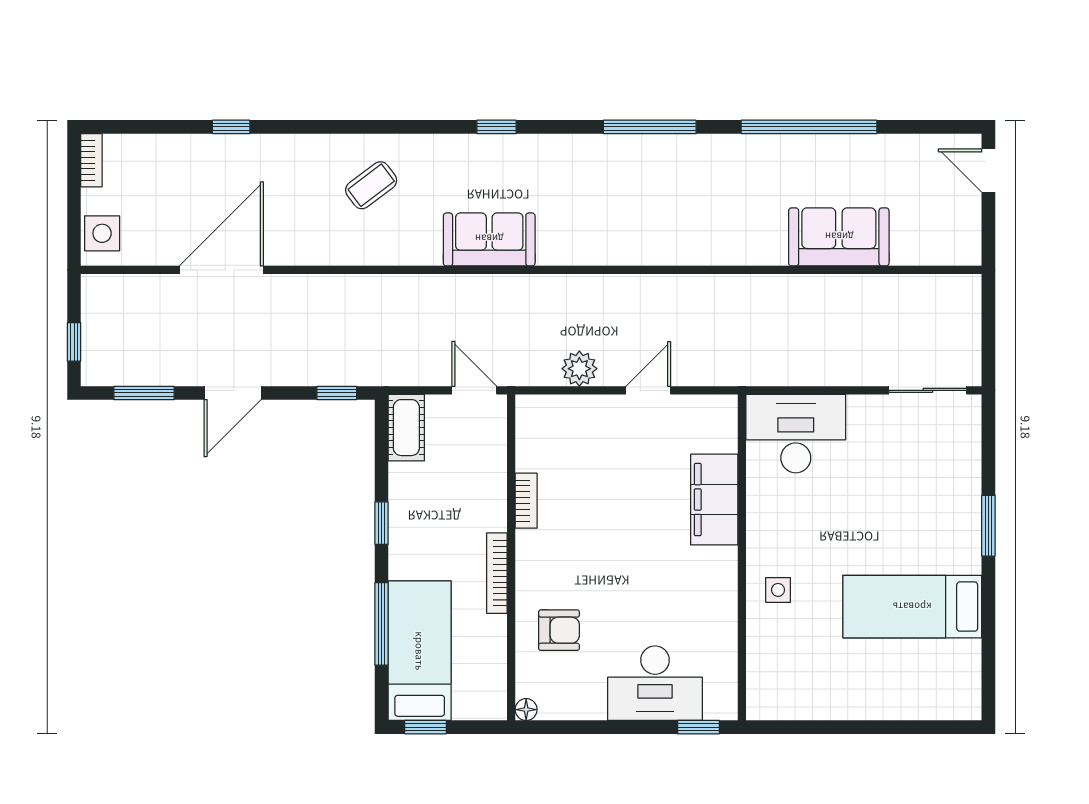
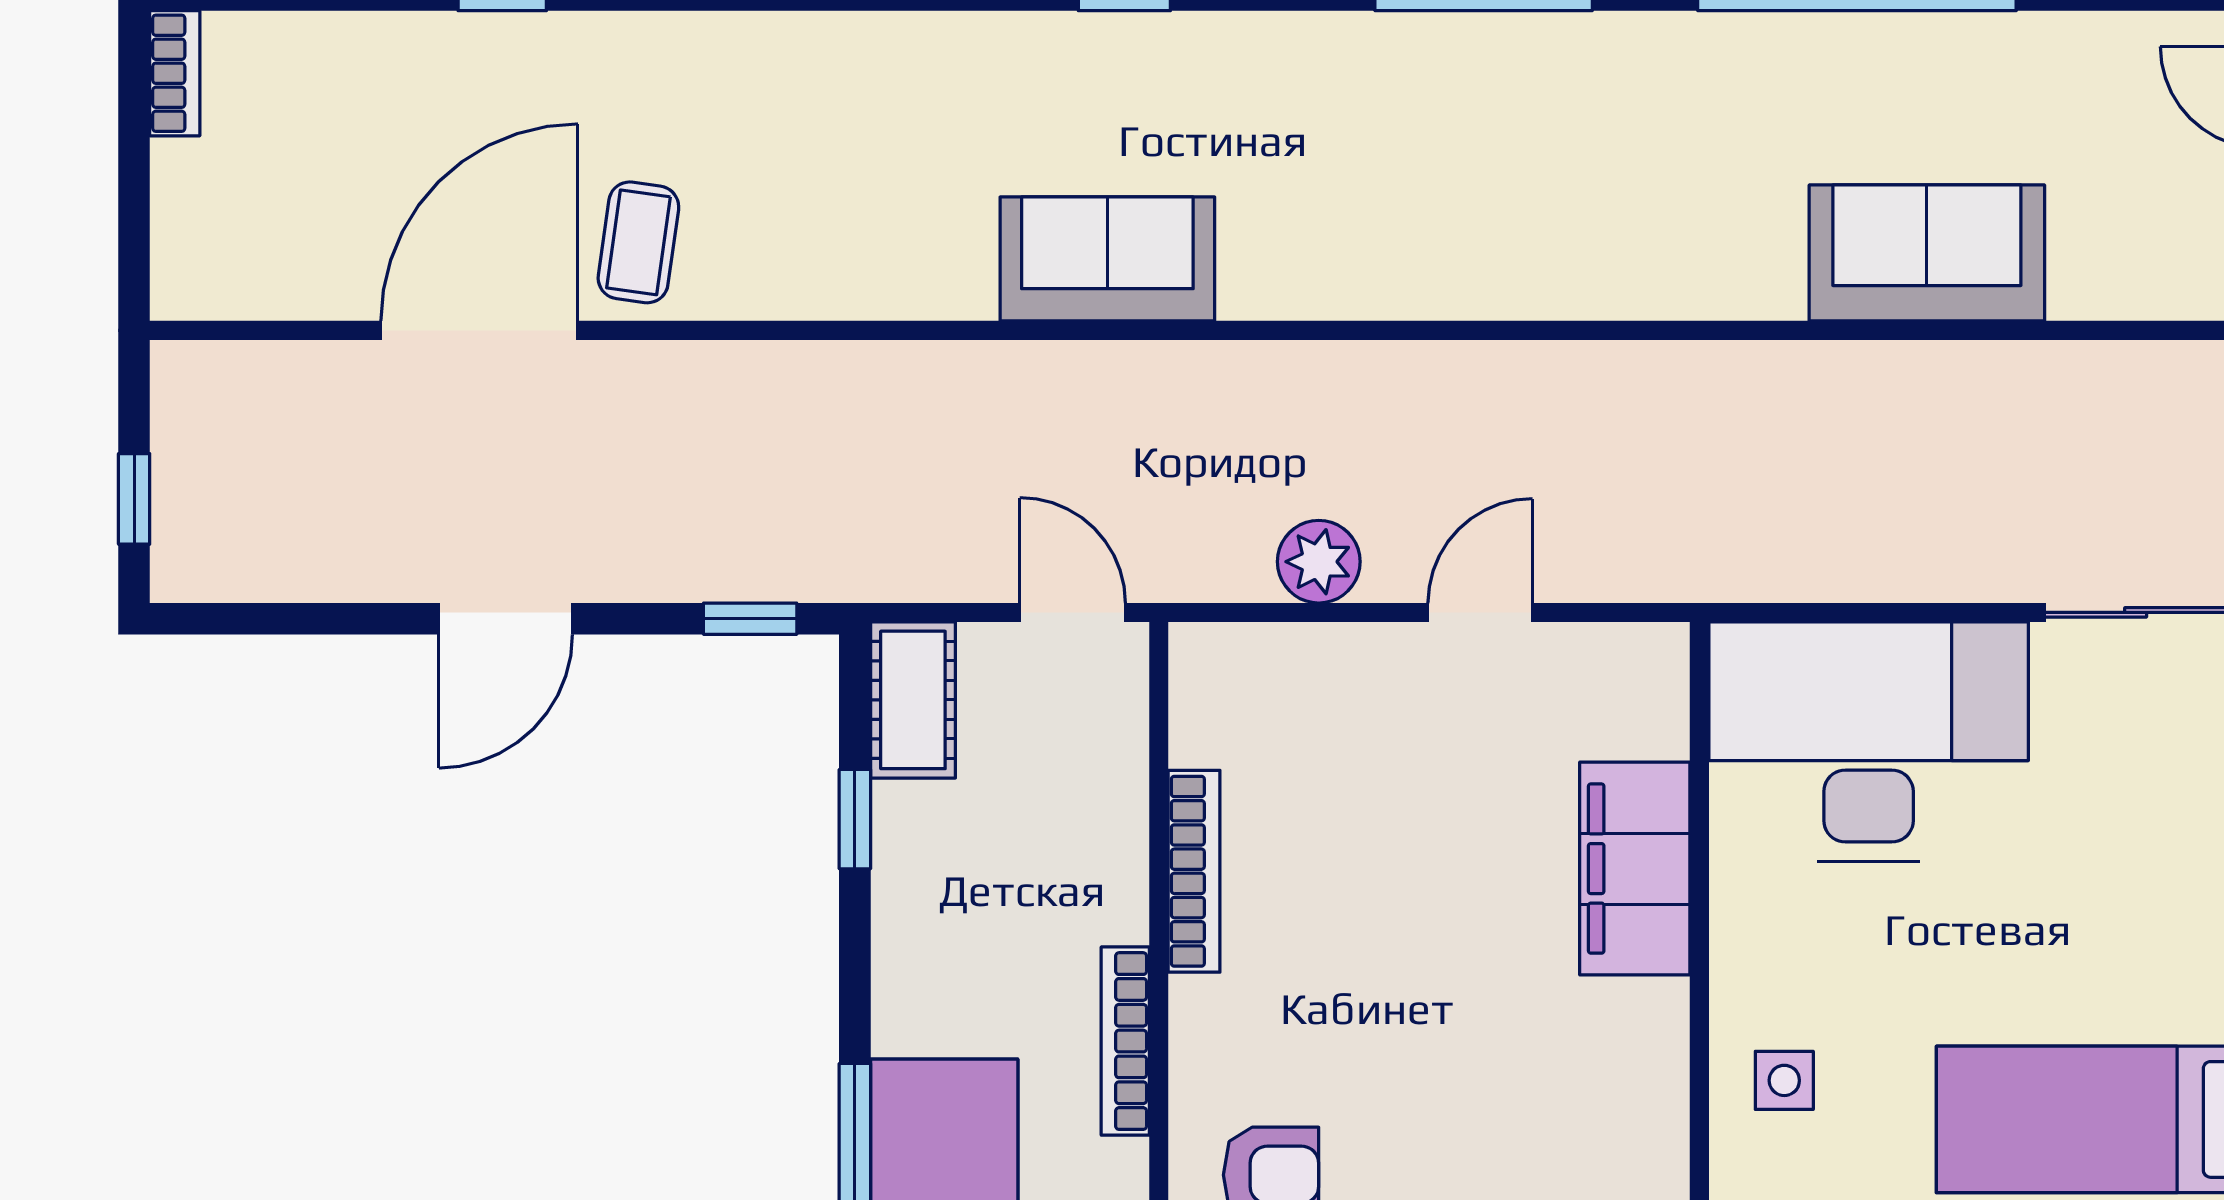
coffee table: (371, 185) -> (638, 242), moved, turned -45
side table: (102, 233) -> (200, 244), removed
window: (144, 393) -> (298, 619), removed
desk: (796, 434) -> (1869, 741), width x1.36, depth x1.30
bookcase: (526, 501) -> (1194, 871), width x1.56
window: (382, 523) -> (855, 819), moved

